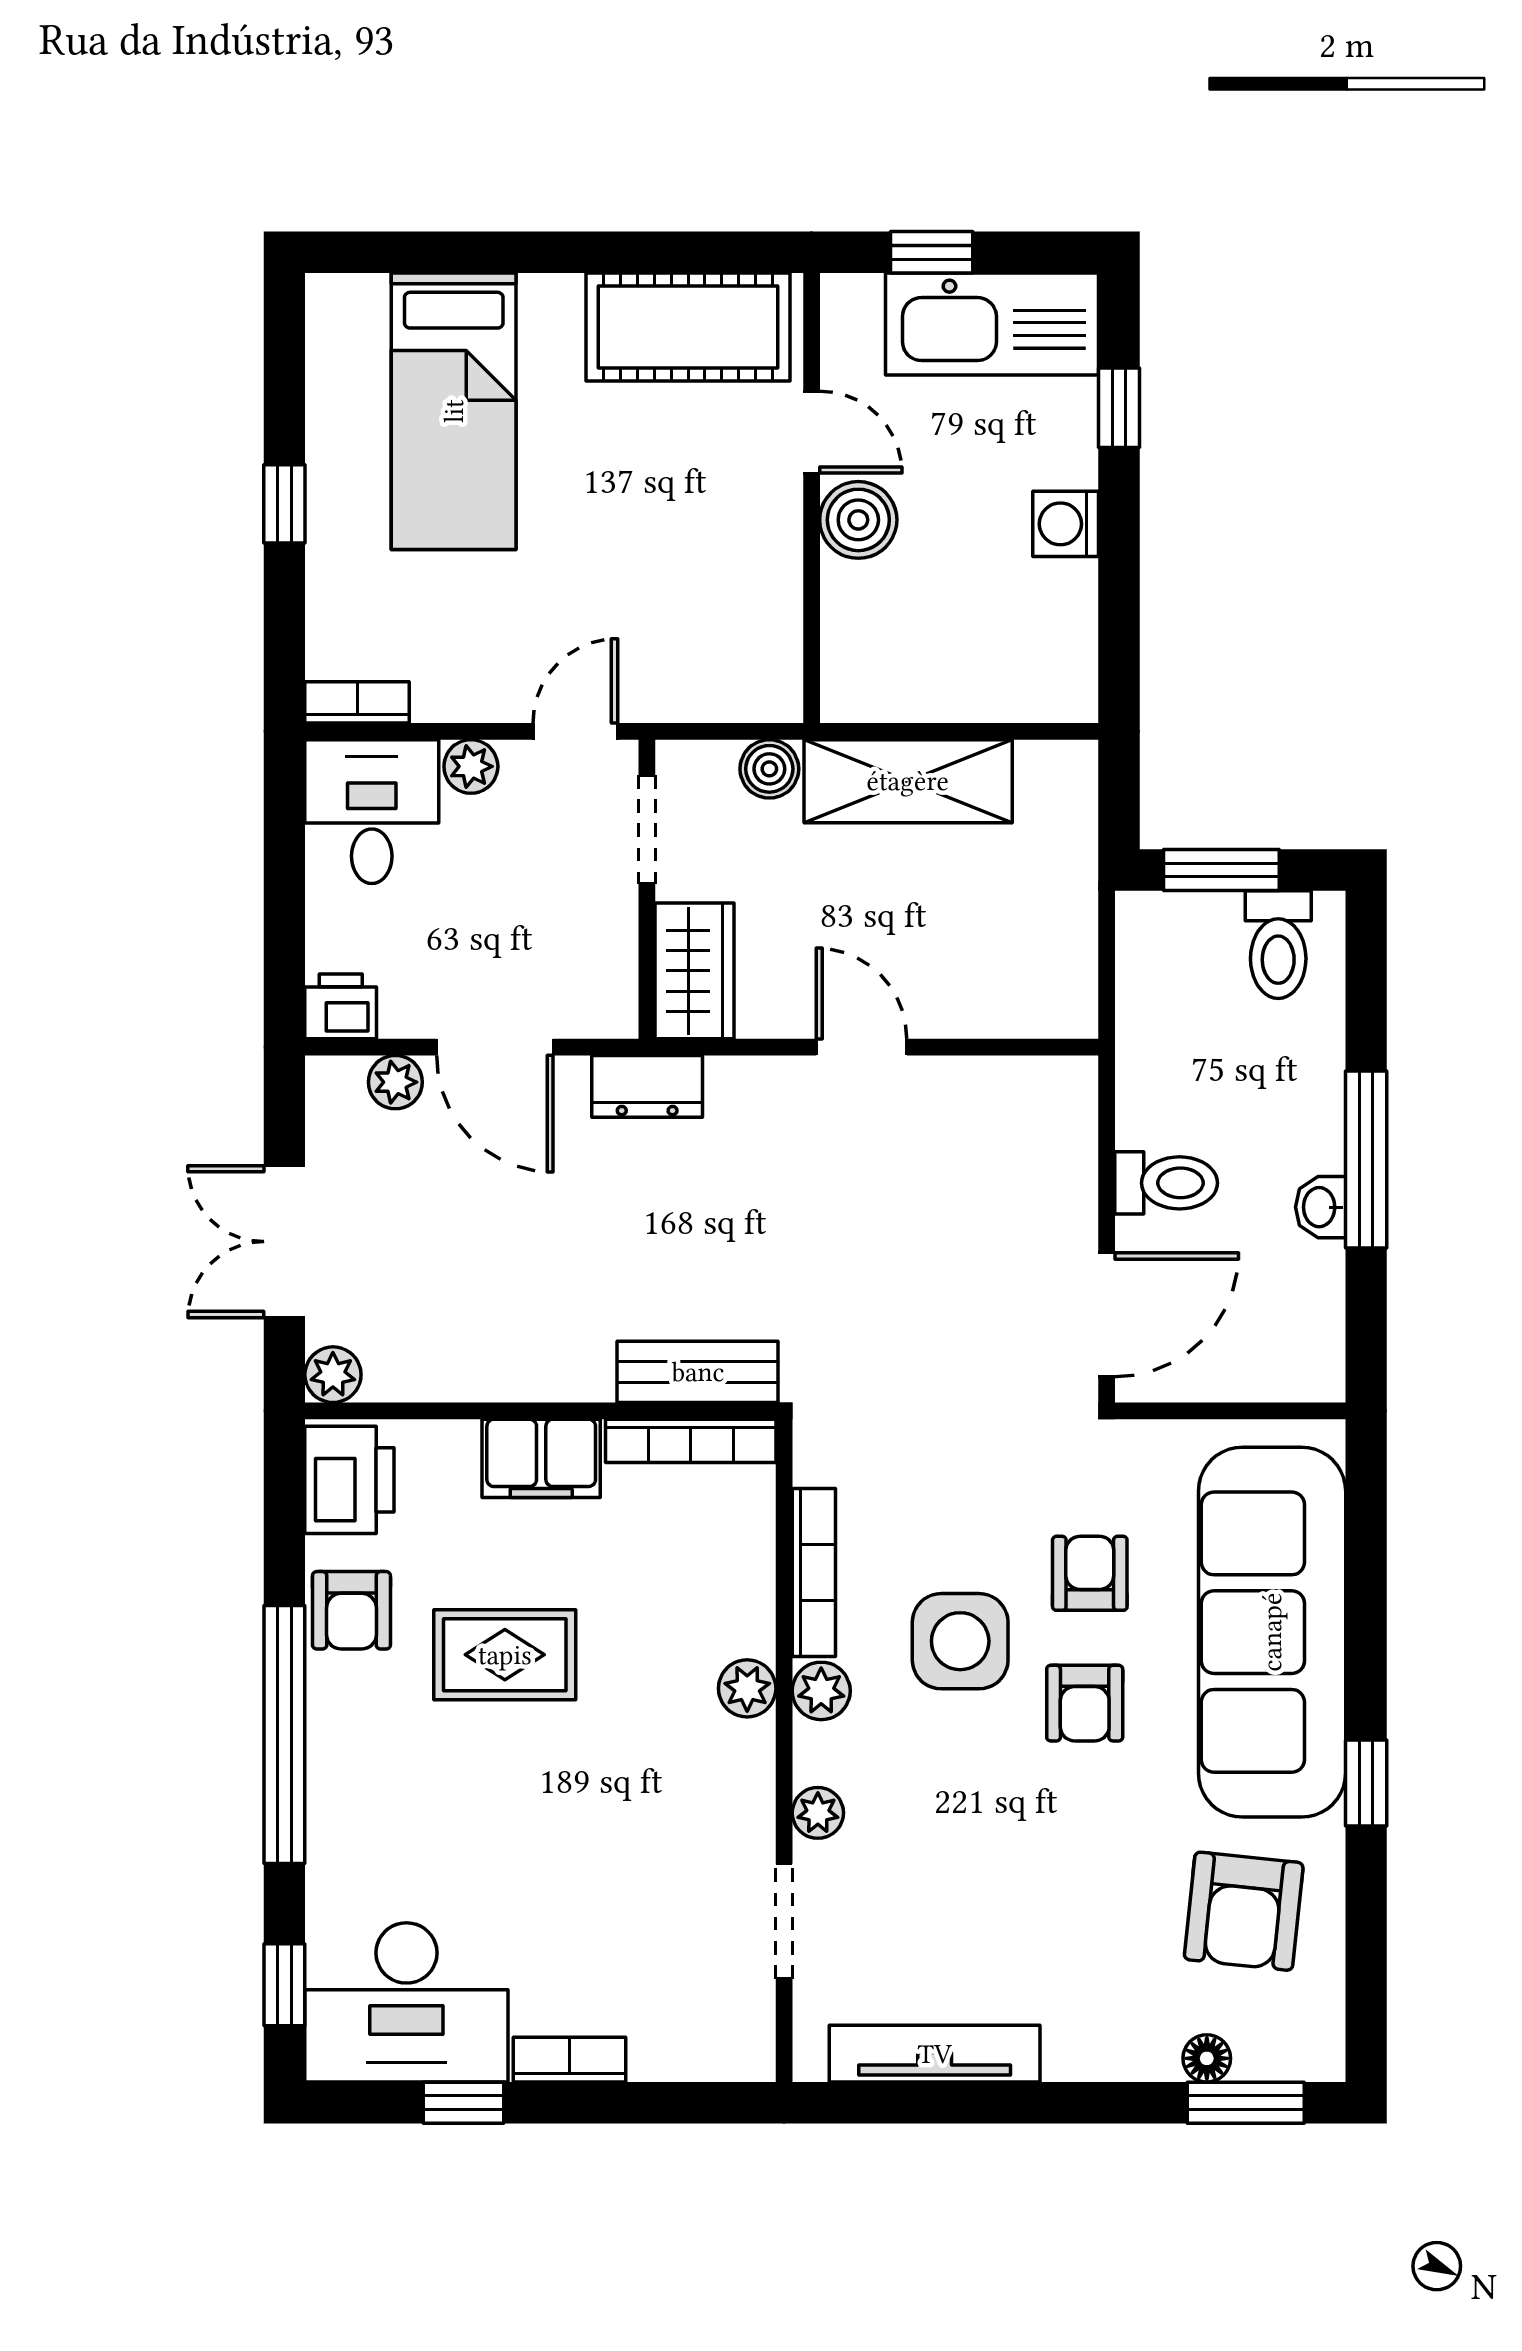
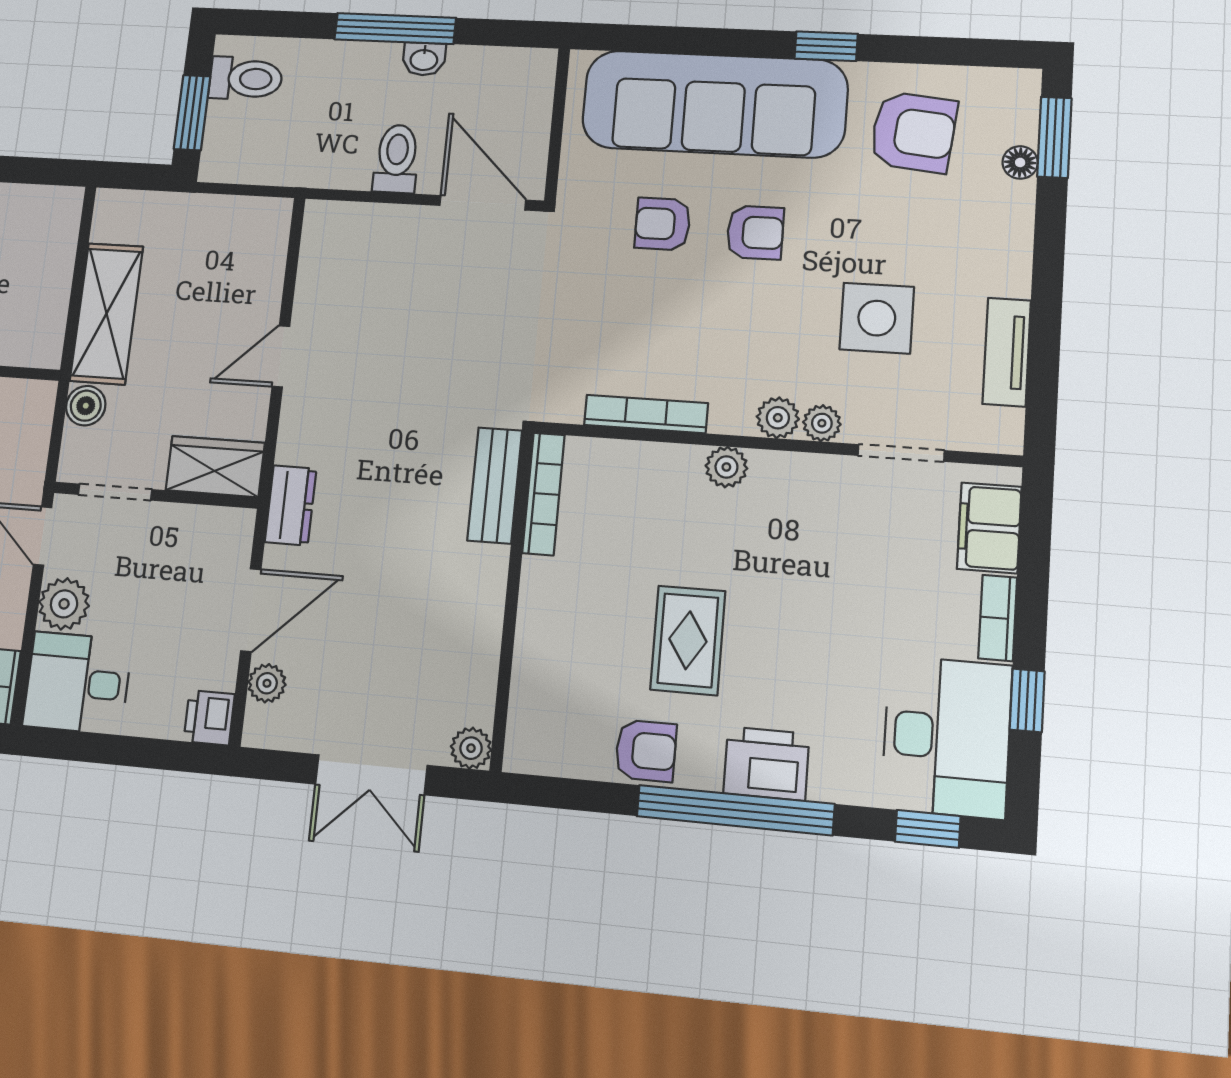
plant: (471, 766) -> (64, 604), width x1.38, depth x1.38
filing cabinet: (541, 1458) -> (989, 528), moved, turned 180
printer: (349, 1480) -> (766, 764), moved
side table: (960, 1641) -> (877, 318), moved
plant: (821, 1691) -> (778, 418), moved
tv unit: (935, 2054) -> (1007, 352), width x0.71

